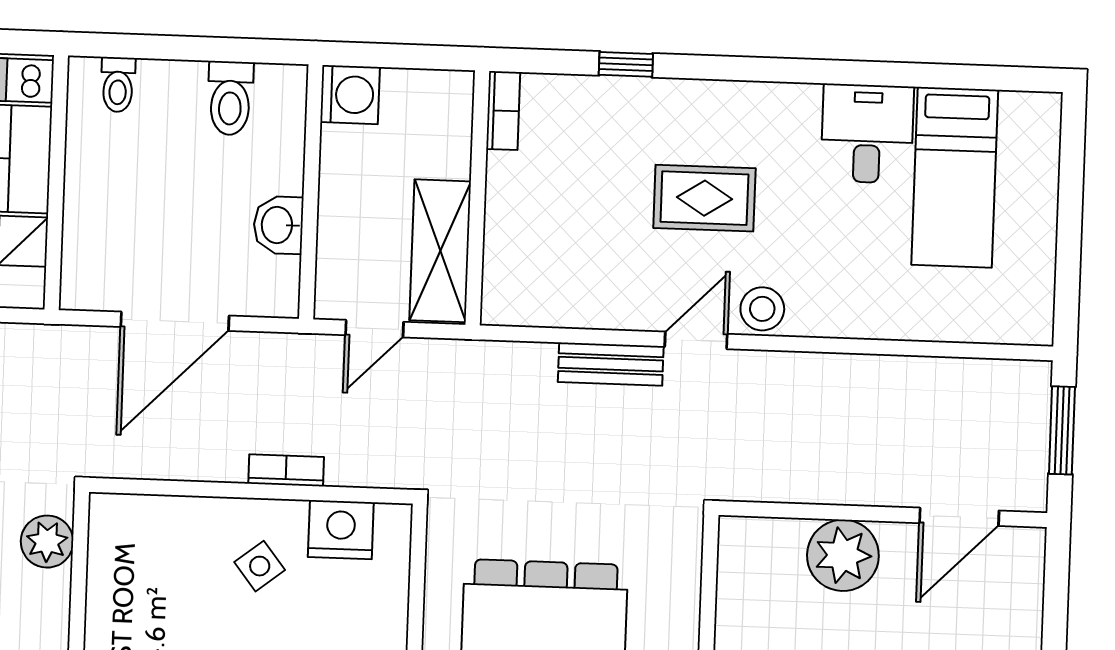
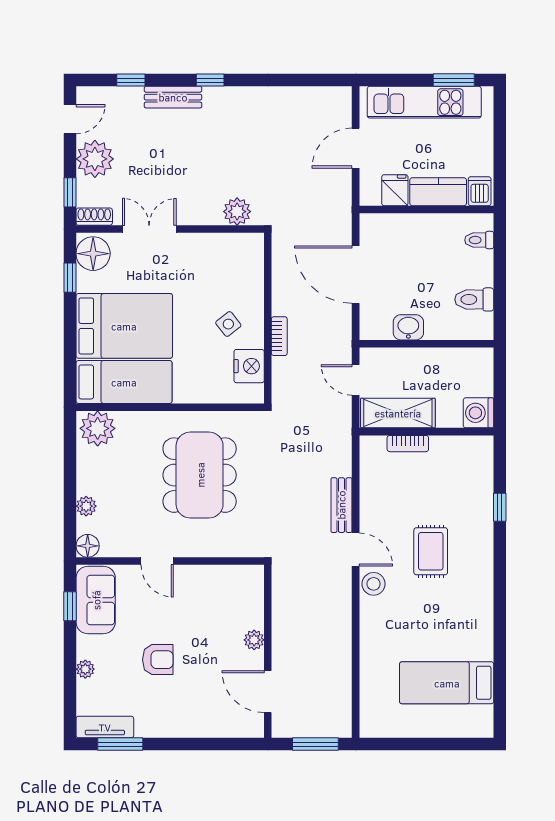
washing machine: (350, 95) -> (478, 413), moved, turned 90
bookcase: (503, 111) -> (408, 444), moved
desk: (867, 134) -> (468, 636), removed
plant: (843, 555) -> (254, 640), width x0.53, depth x0.53

